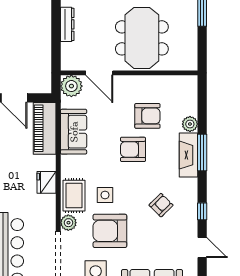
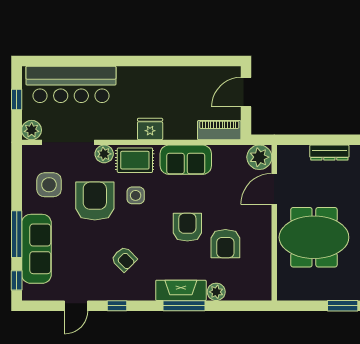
piano: (45, 128) -> (219, 130), width x0.73, depth x0.75
sofa: (74, 132) -> (186, 160), moved

